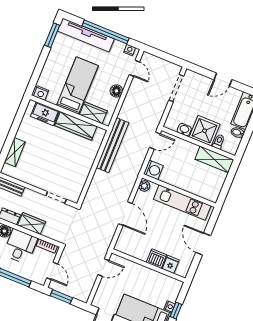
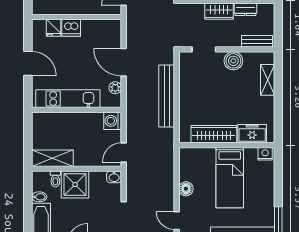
wardrobe: (93, 113) -> (201, 155), removed
washbasin: (184, 130) -> (114, 177), moved
bench: (113, 145) -> (167, 96), moved
boiler: (36, 179) -> (233, 61), added
plant: (144, 186) -> (115, 88), moved

